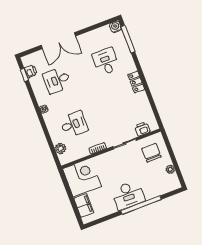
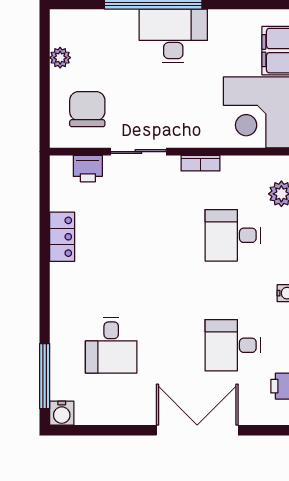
desk: (57, 80) -> (233, 345), turned 180
locker: (136, 82) -> (62, 237), moved
chair: (151, 153) -> (87, 109), turned 180

